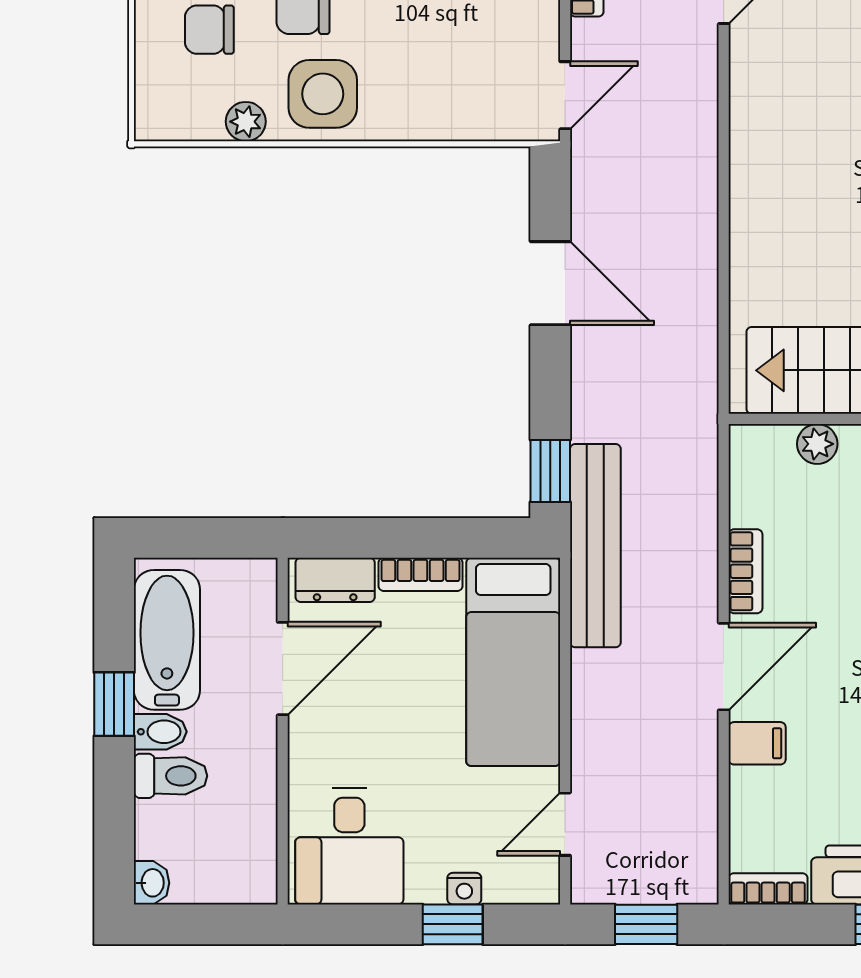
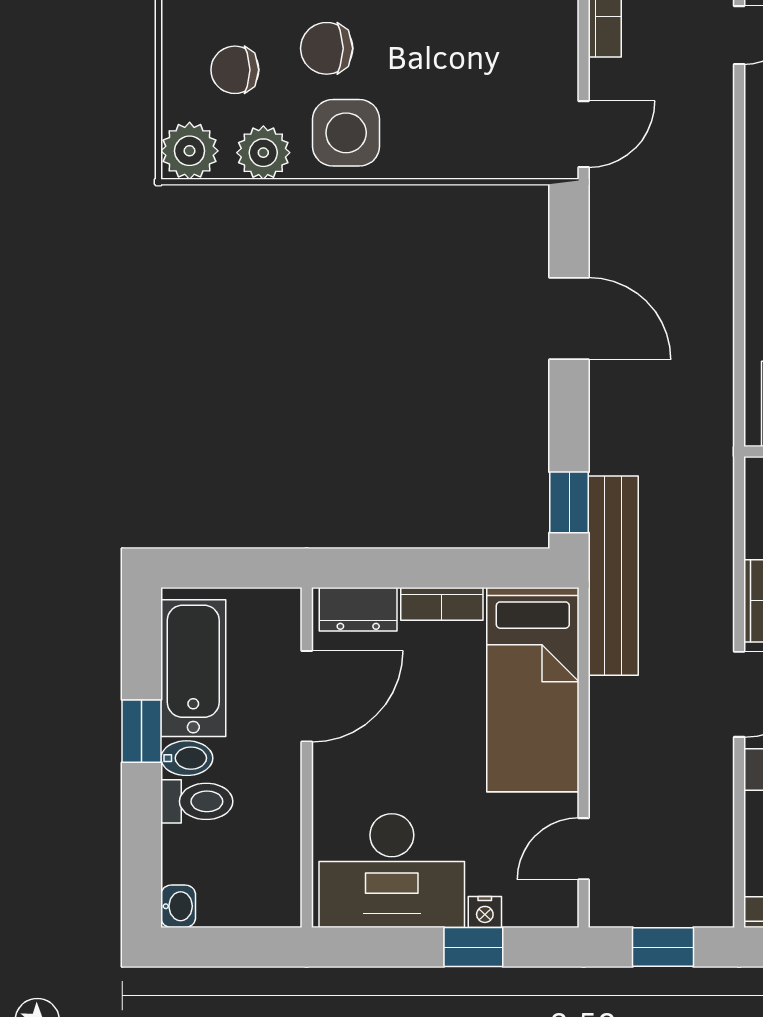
plant: (163, 112) -> (190, 151), added
plant: (246, 122) -> (263, 153), width x1.38, depth x1.38
desk: (349, 846) -> (392, 871), width x1.37

